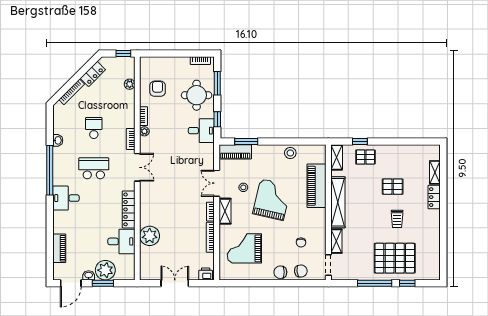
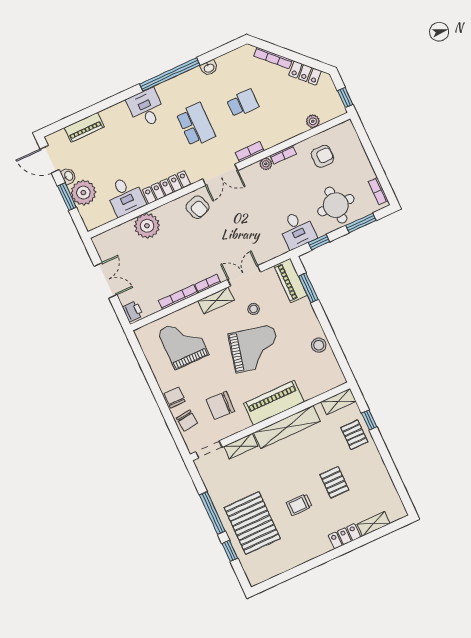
piano: (317, 186) -> (274, 403), moved
armchair: (153, 194) -> (198, 207), added
chair: (301, 242) -> (220, 406), width x1.87, depth x1.87

